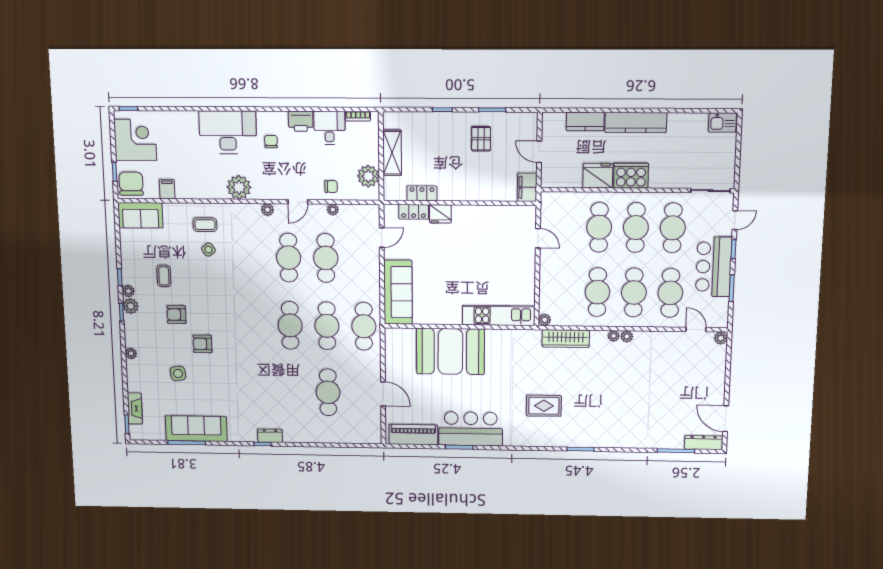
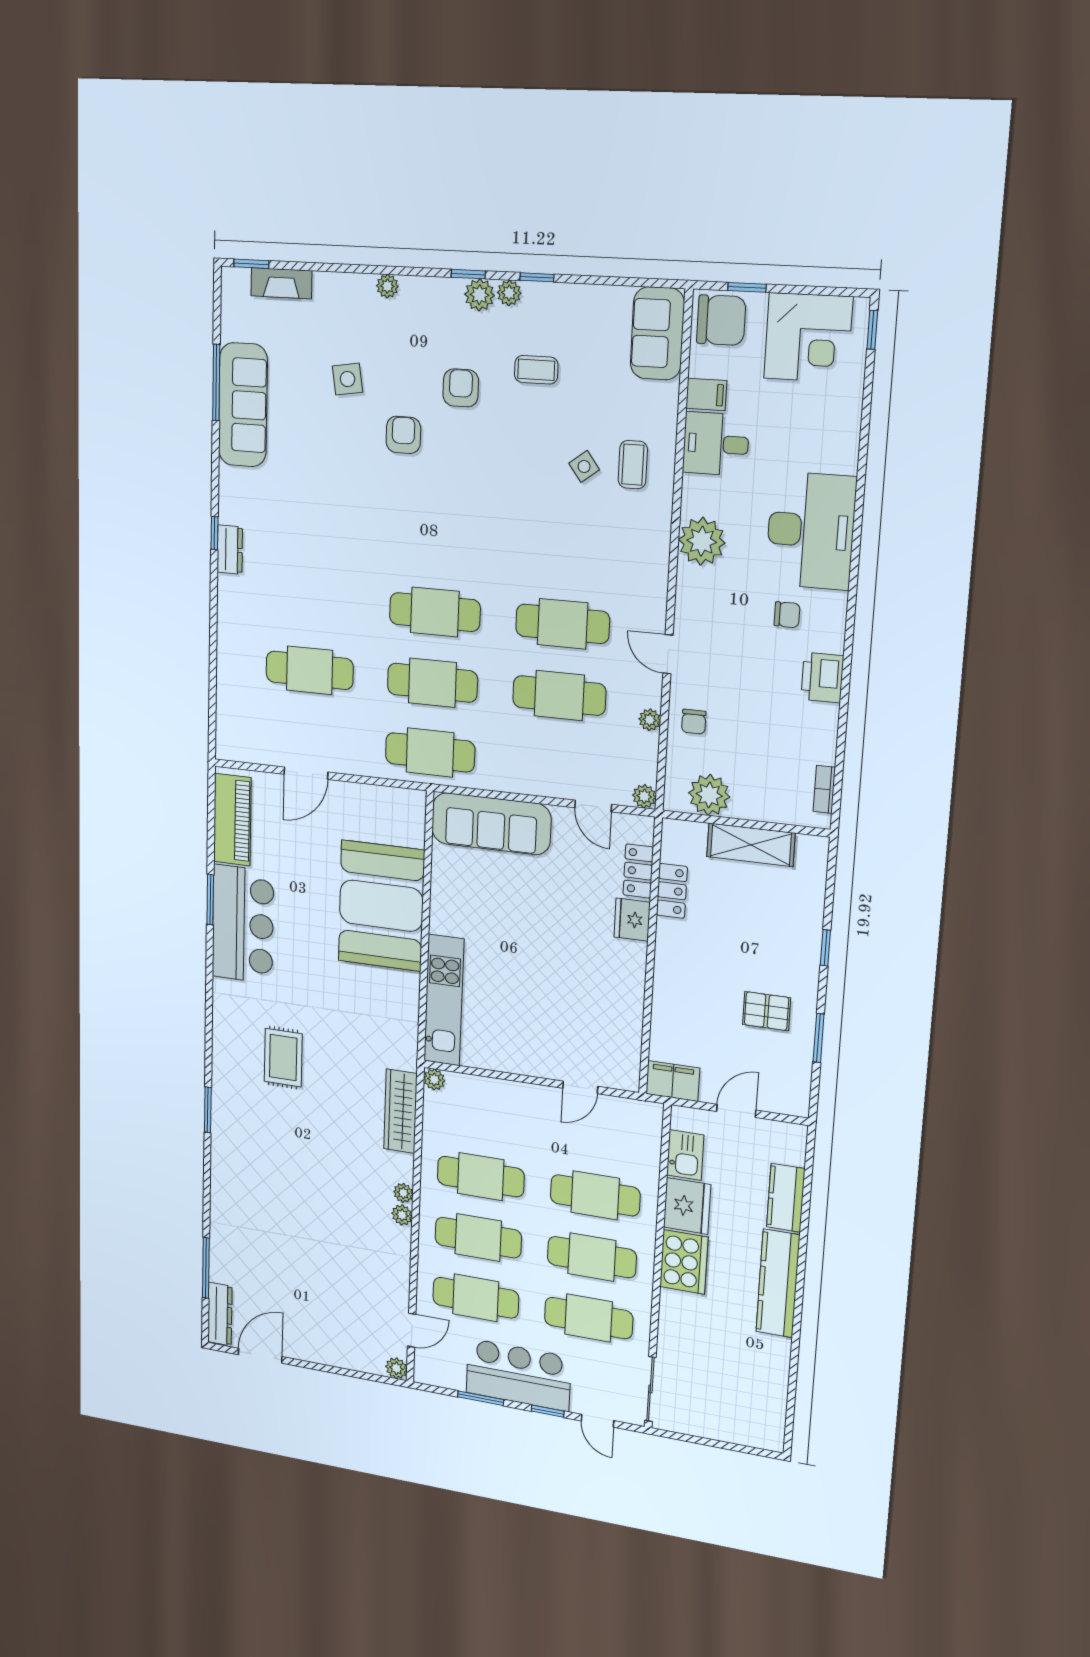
kitchen sink: (722, 122) -> (685, 1155), moved, turned 180
desk: (329, 128) -> (716, 444), moved, turned 180
plant: (268, 210) -> (644, 796), moved

